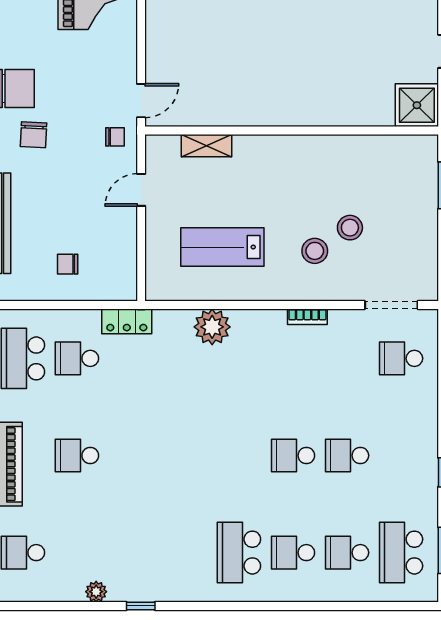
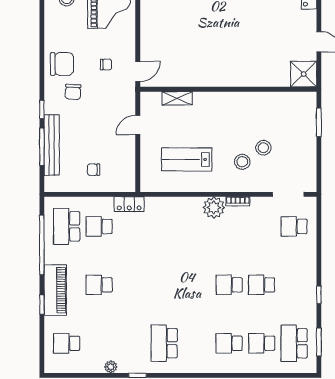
chair: (115, 137) -> (106, 65), moved
plant: (212, 327) -> (214, 207), moved
school desk: (239, 553) -> (164, 343), moved

